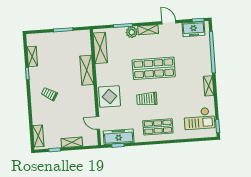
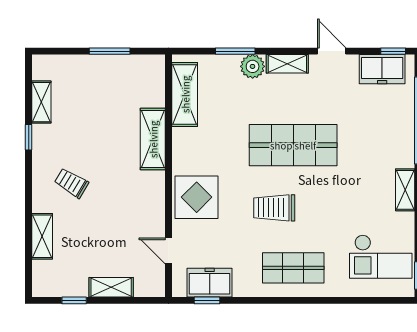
shelving: (38, 136) -> (42, 236), moved
freezer: (119, 137) -> (210, 283), width x0.71

